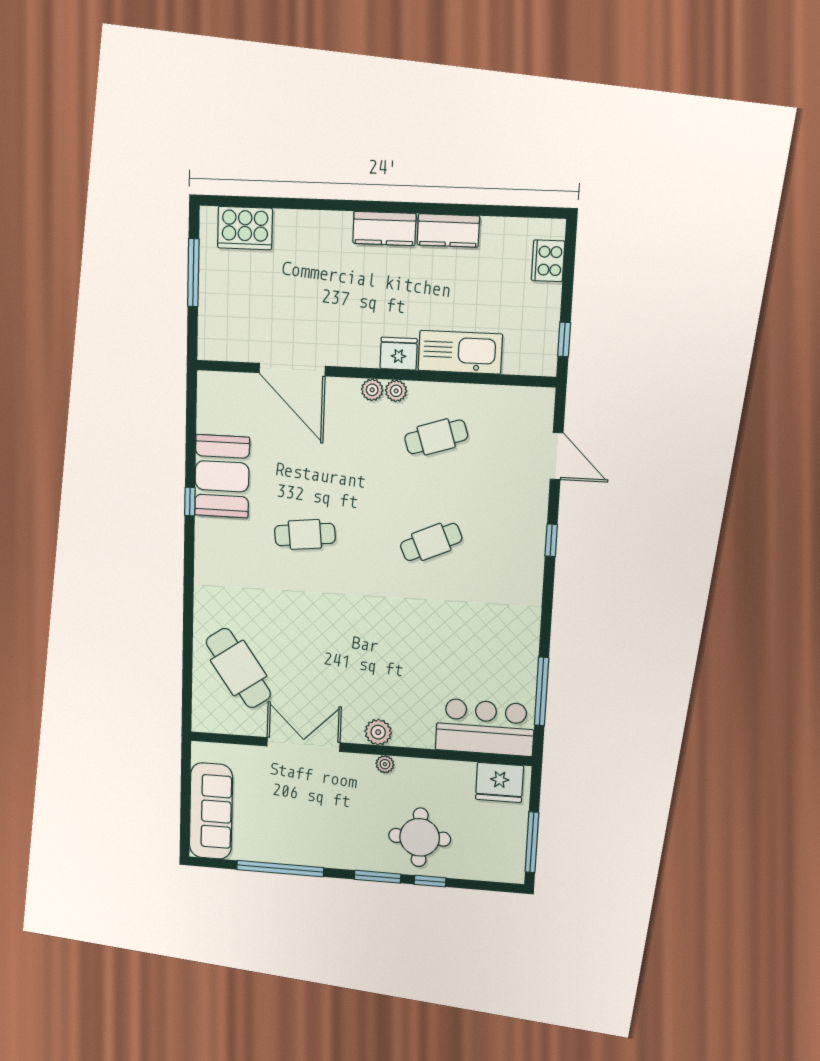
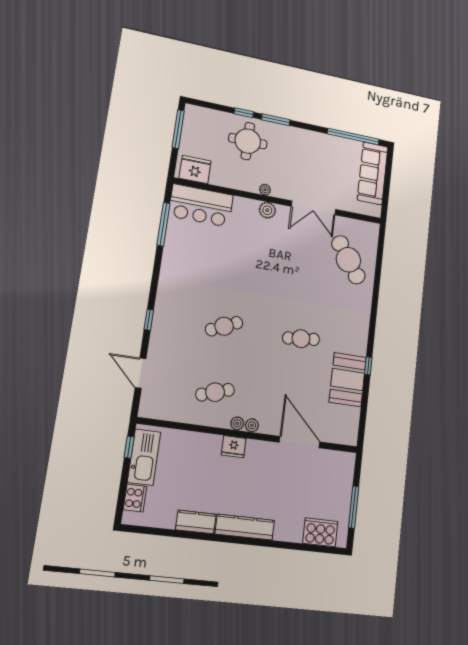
kitchen counter: (384, 228) -> (245, 527), width x1.50
kitchen sink: (460, 352) -> (144, 457), moved, turned -90
window: (280, 869) -> (353, 137), moved

